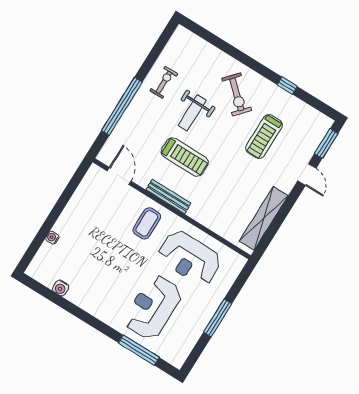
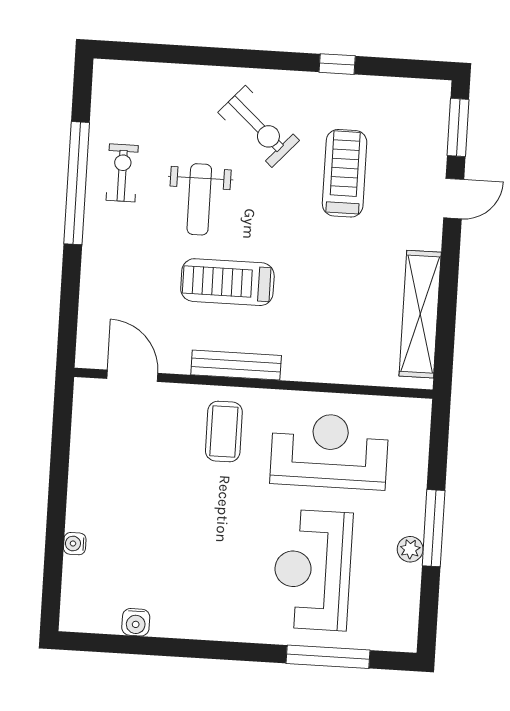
window: (122, 106) -> (77, 183), moved
treadmill: (264, 136) -> (345, 173), turned 180
treadmill: (185, 157) -> (227, 282), turned 180
door: (307, 175) -> (454, 199), hinge flipped
reception desk: (190, 258) -> (329, 451), turned 180
plant: (202, 322) -> (410, 549), added

